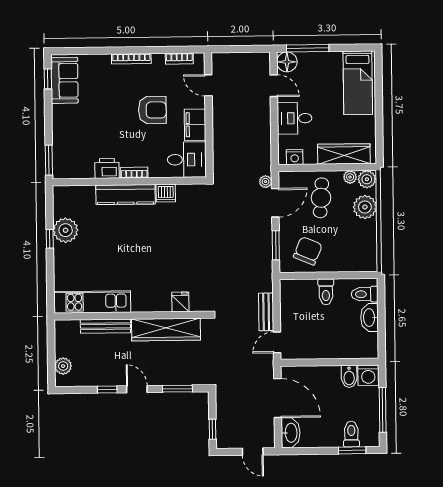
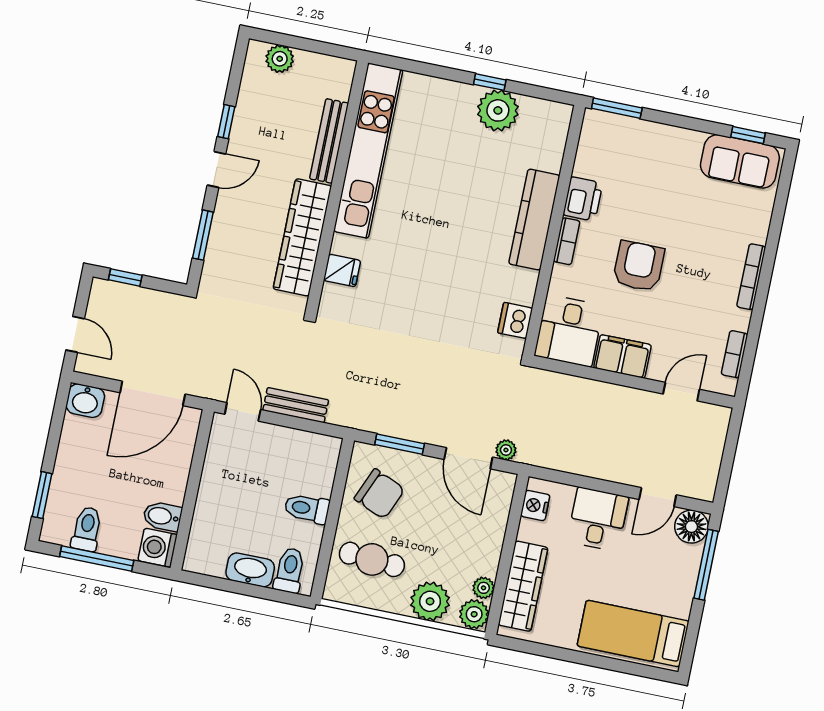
armchair: (152, 110) -> (639, 266), moved, turned 180
dishwasher: (166, 193) -> (515, 320), moved
cafe table: (321, 198) -> (372, 559), moved
kitchen unit: (92, 302) -> (368, 151), width x1.36
washbasin: (291, 433) -> (85, 401), width x0.72
toilet: (351, 434) -> (87, 529), moved, turned -90
door: (253, 452) -> (75, 334), swing flipped

